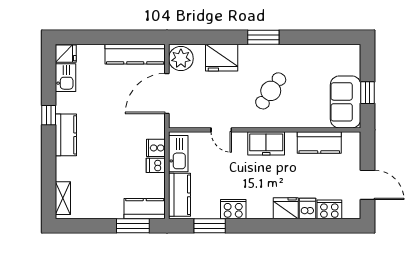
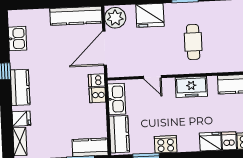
fridge: (66, 54) -> (21, 119), moved
cafe table: (271, 91) -> (193, 42), turned -35
dishwasher: (156, 165) -> (97, 80), moved

